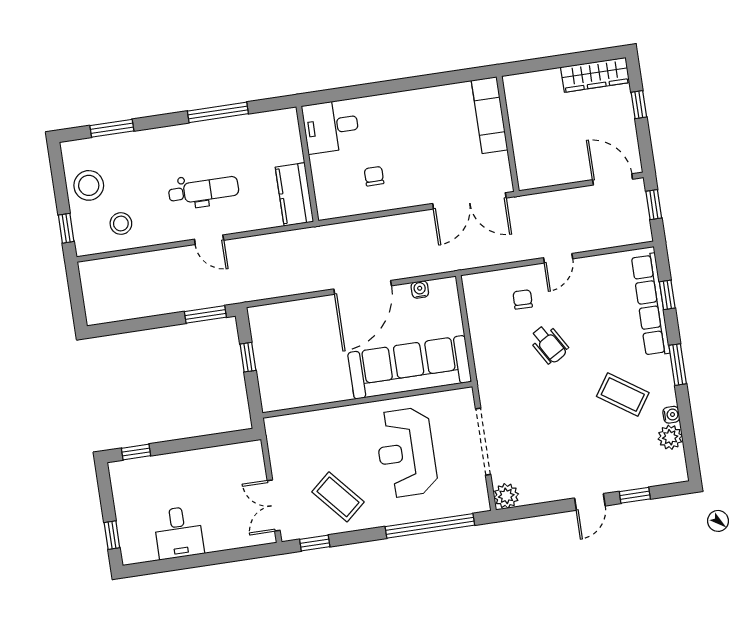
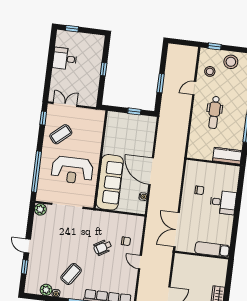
desk: (331, 126) -> (223, 202), moved, turned 90
kitchen counter: (294, 194) -> (227, 156), moved
door: (209, 240) -> (194, 88), moved
window: (205, 314) -> (161, 83), moved
window: (136, 452) -> (104, 69), moved
reception desk: (406, 452) -> (72, 170), turned 180

